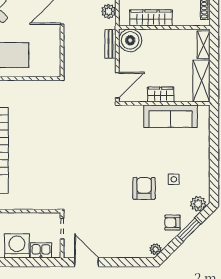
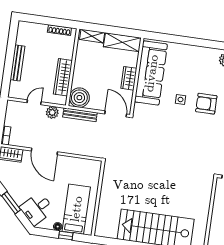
bench: (110, 44) -> (80, 115), width x1.36
sofa: (171, 116) -> (151, 73), width x1.36, depth x1.27
side table: (174, 179) -> (181, 100), moved

